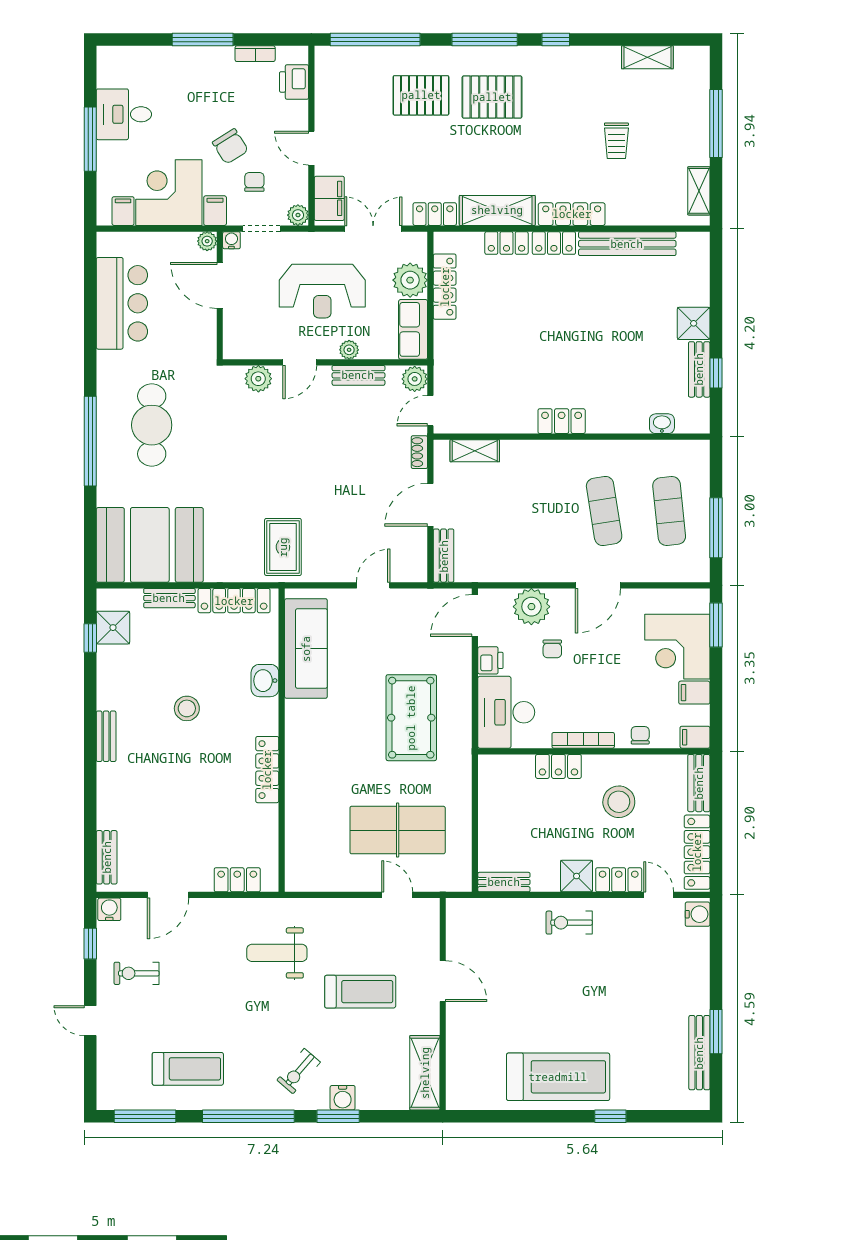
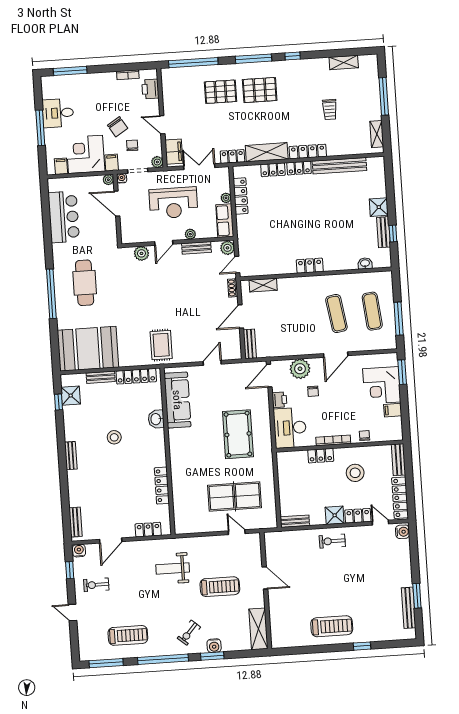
window: (203, 40) -> (70, 71), moved
plant: (410, 280) -> (226, 198), width x0.53, depth x0.53
filing cabinet: (695, 737) -> (395, 435), removed
locker: (267, 770) -> (162, 486), moved
treadmill: (558, 1077) -> (332, 626), width x0.73, depth x0.73

